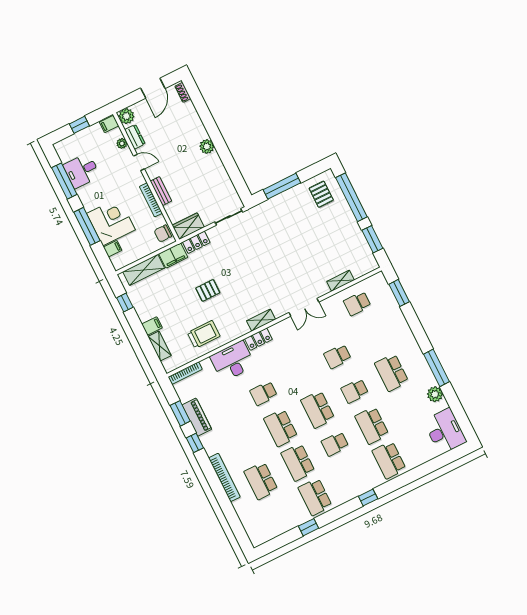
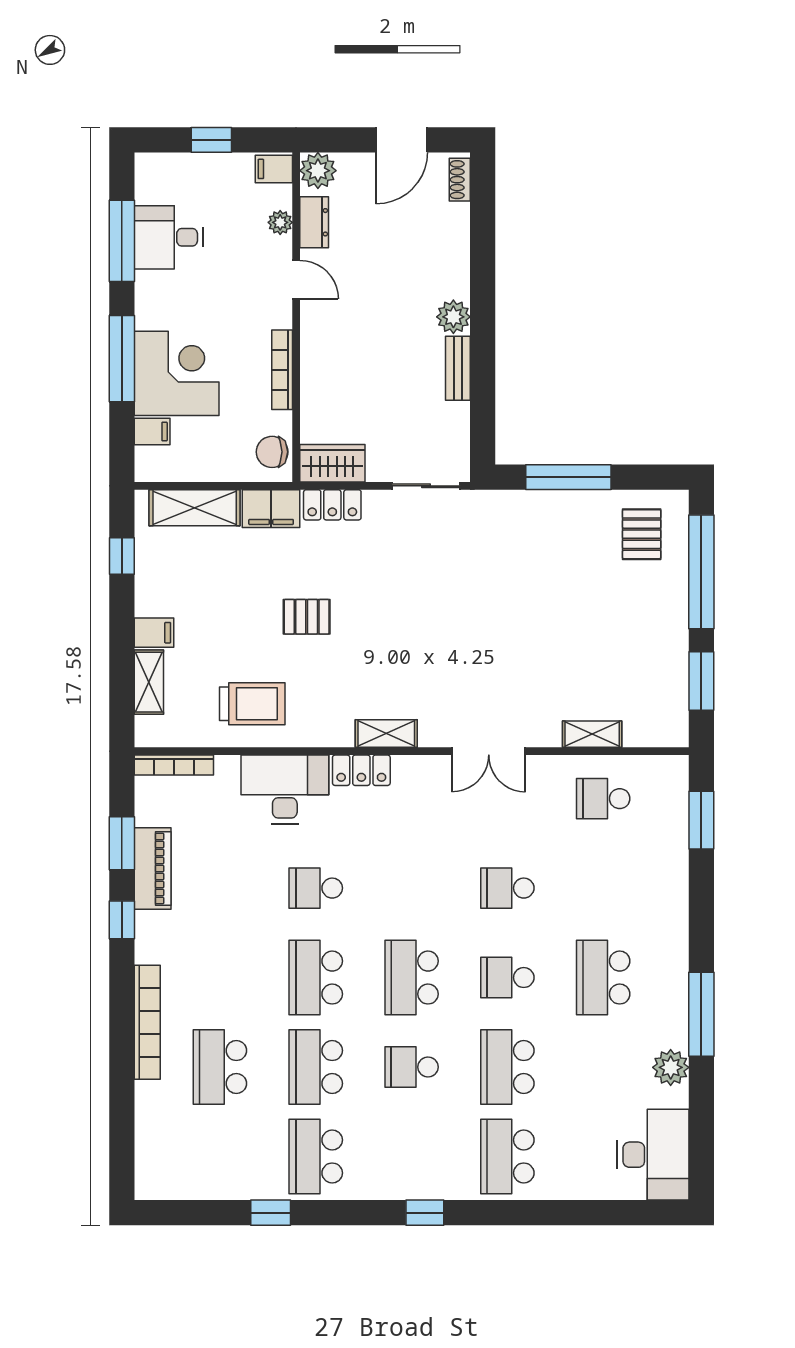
bench: (161, 191) -> (458, 368), moved

